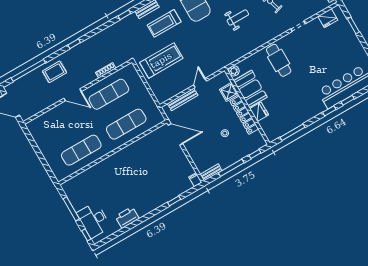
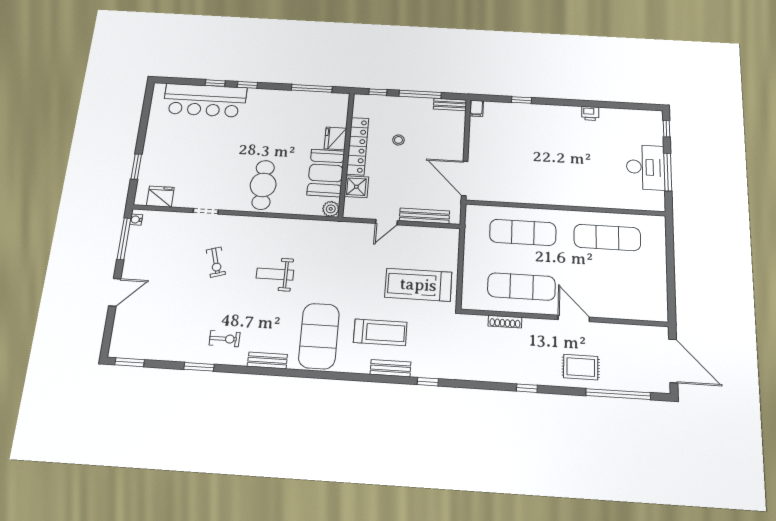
printer: (127, 218) -> (590, 113), width x0.53, depth x0.68
desk: (94, 220) -> (646, 167), moved

